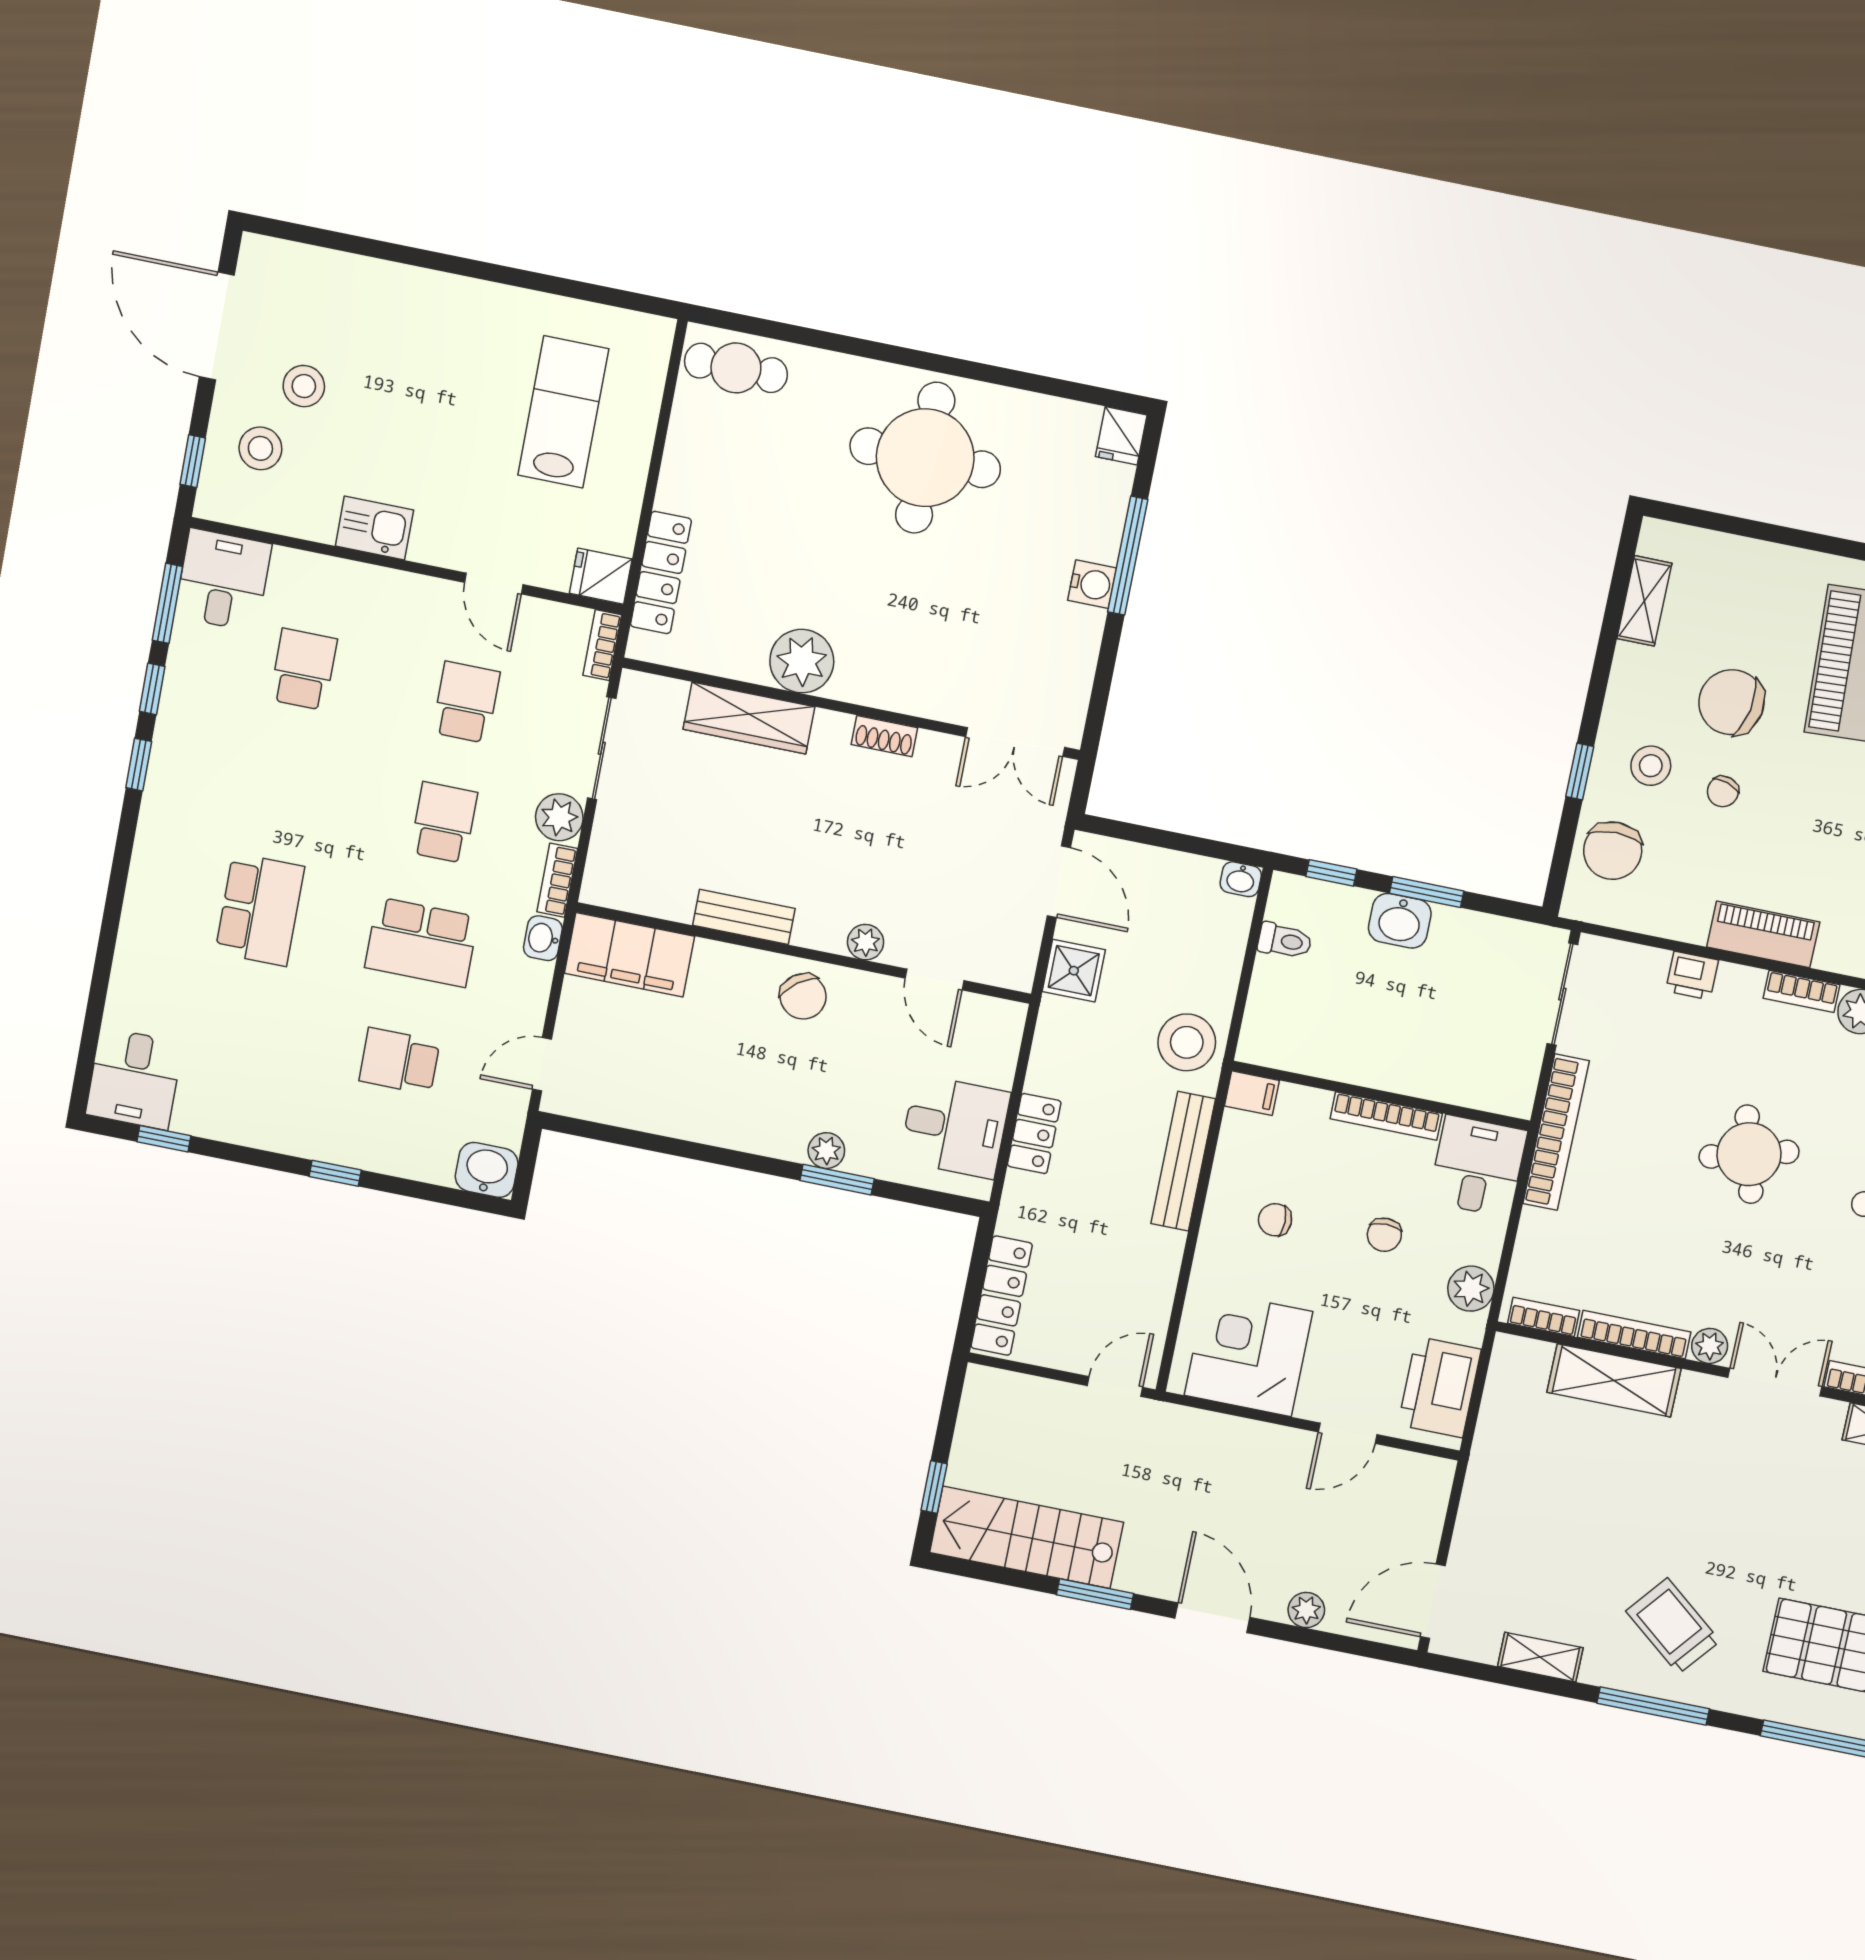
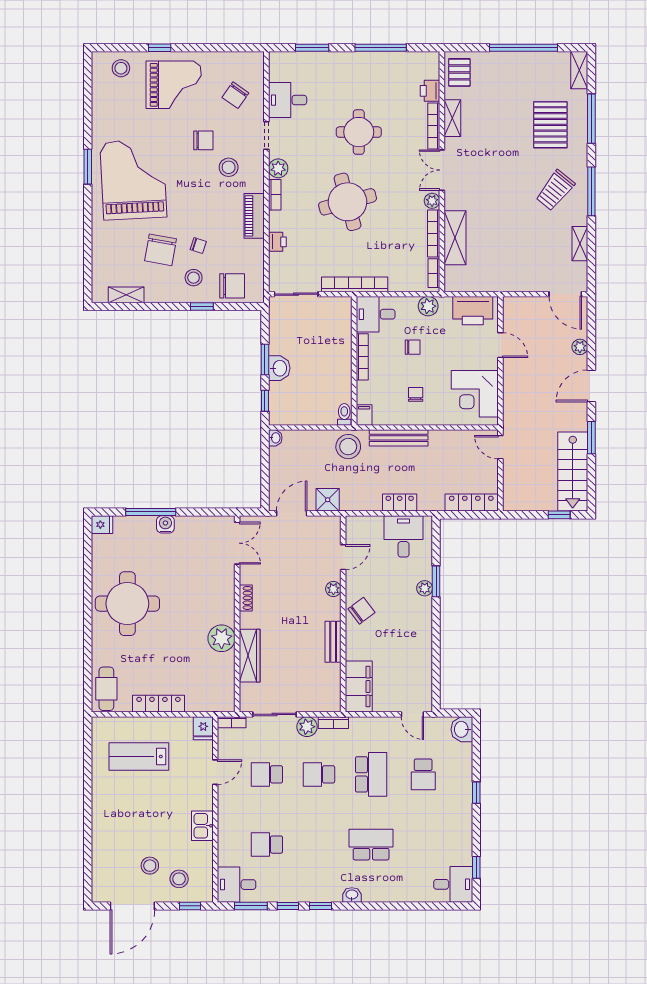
locker: (661, 573) -> (158, 704), moved
washbasin: (543, 938) -> (352, 895), moved, turned 180
toilet: (1285, 941) -> (344, 414), moved
round table: (1749, 1154) -> (348, 202), width x1.36, depth x1.36
chair: (1275, 1220) -> (416, 394), turned 180

